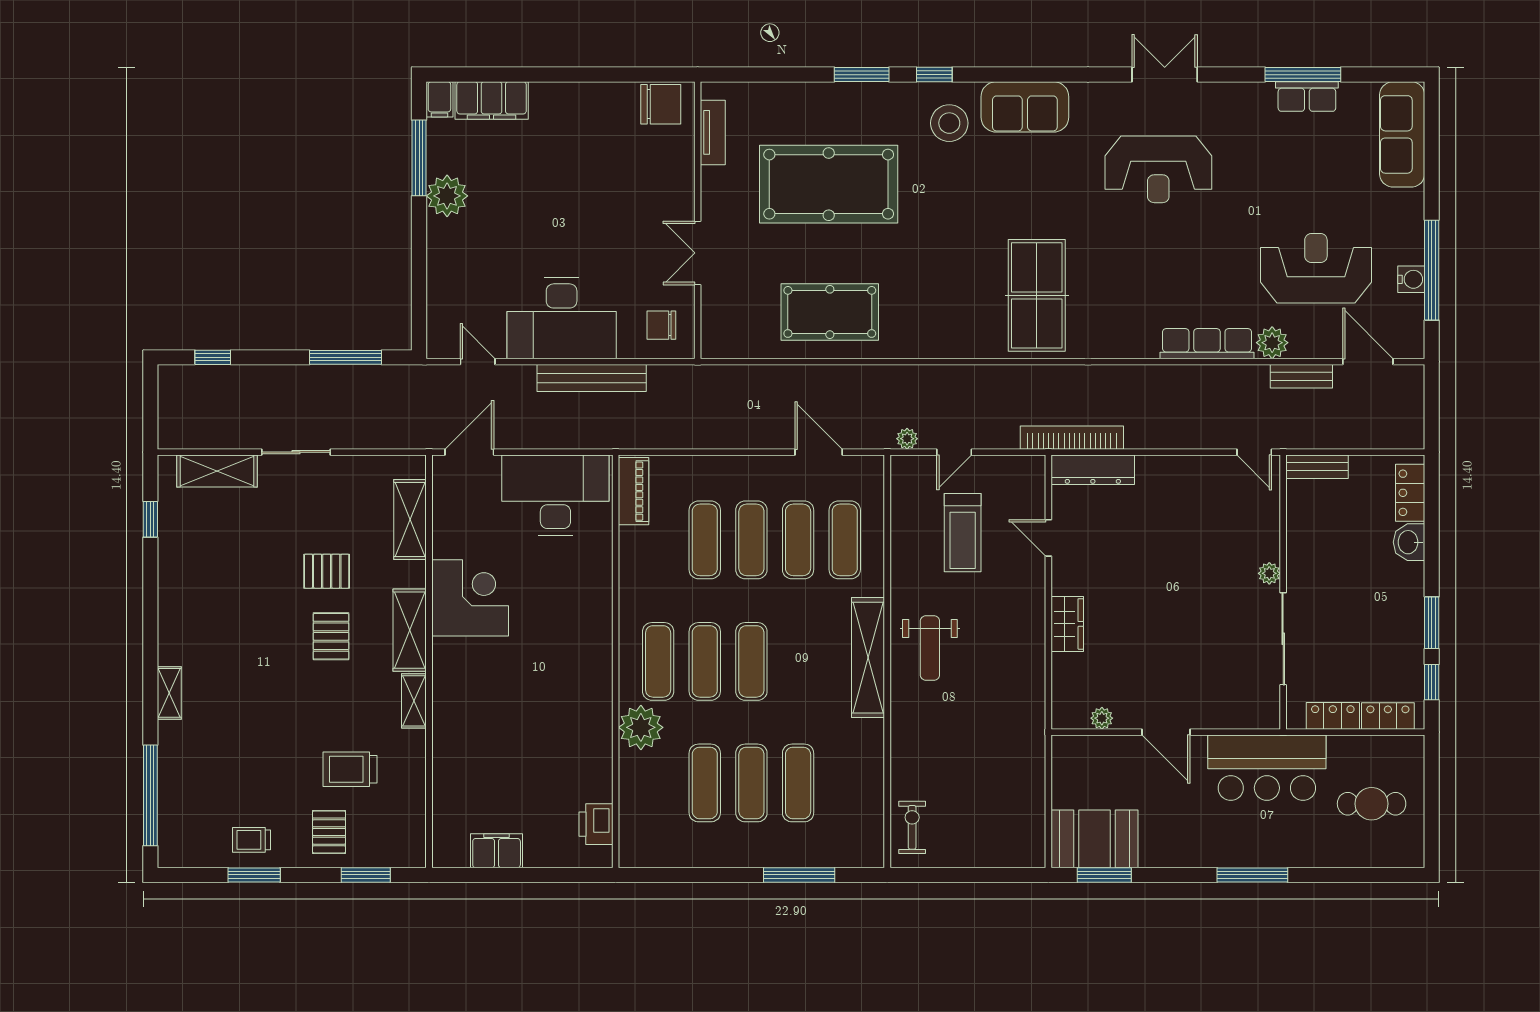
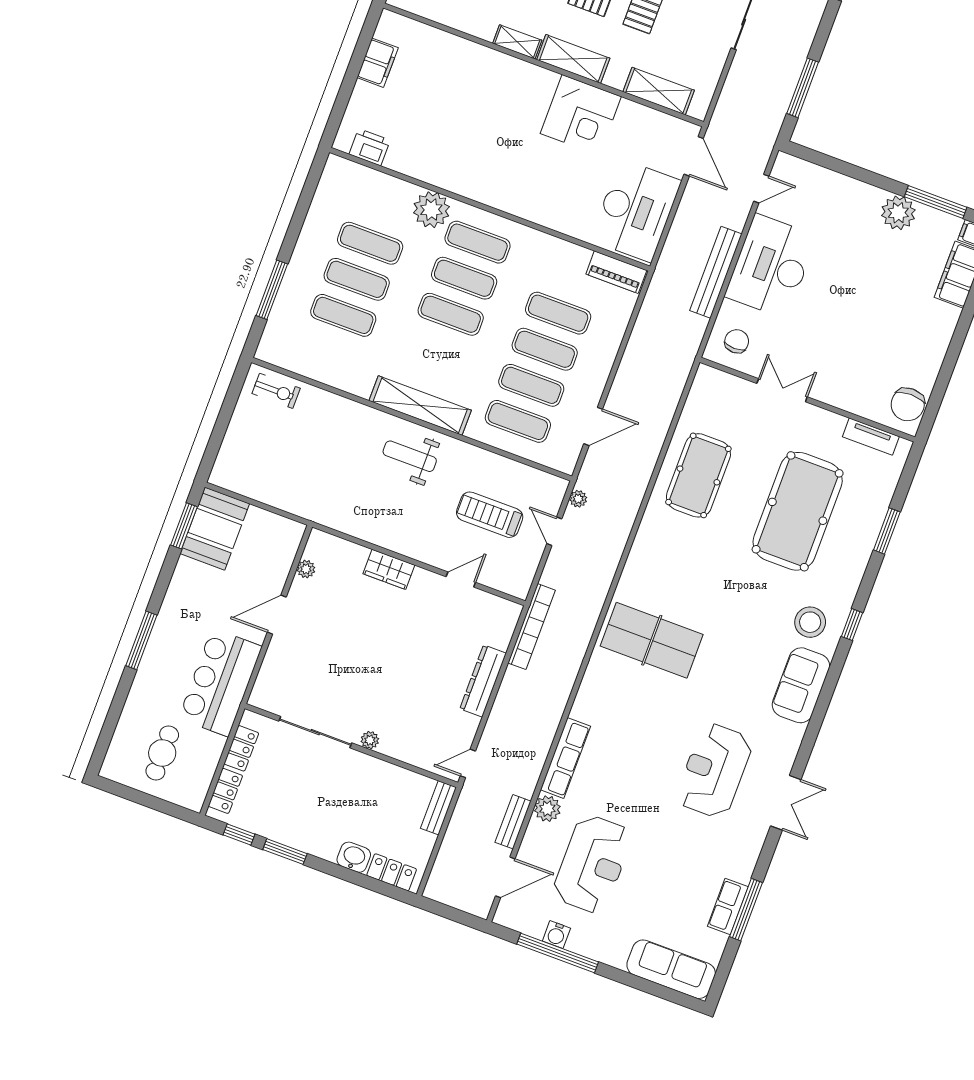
window: (862, 75) -> (887, 531), moved
dresser: (1093, 470) -> (483, 681), moved

